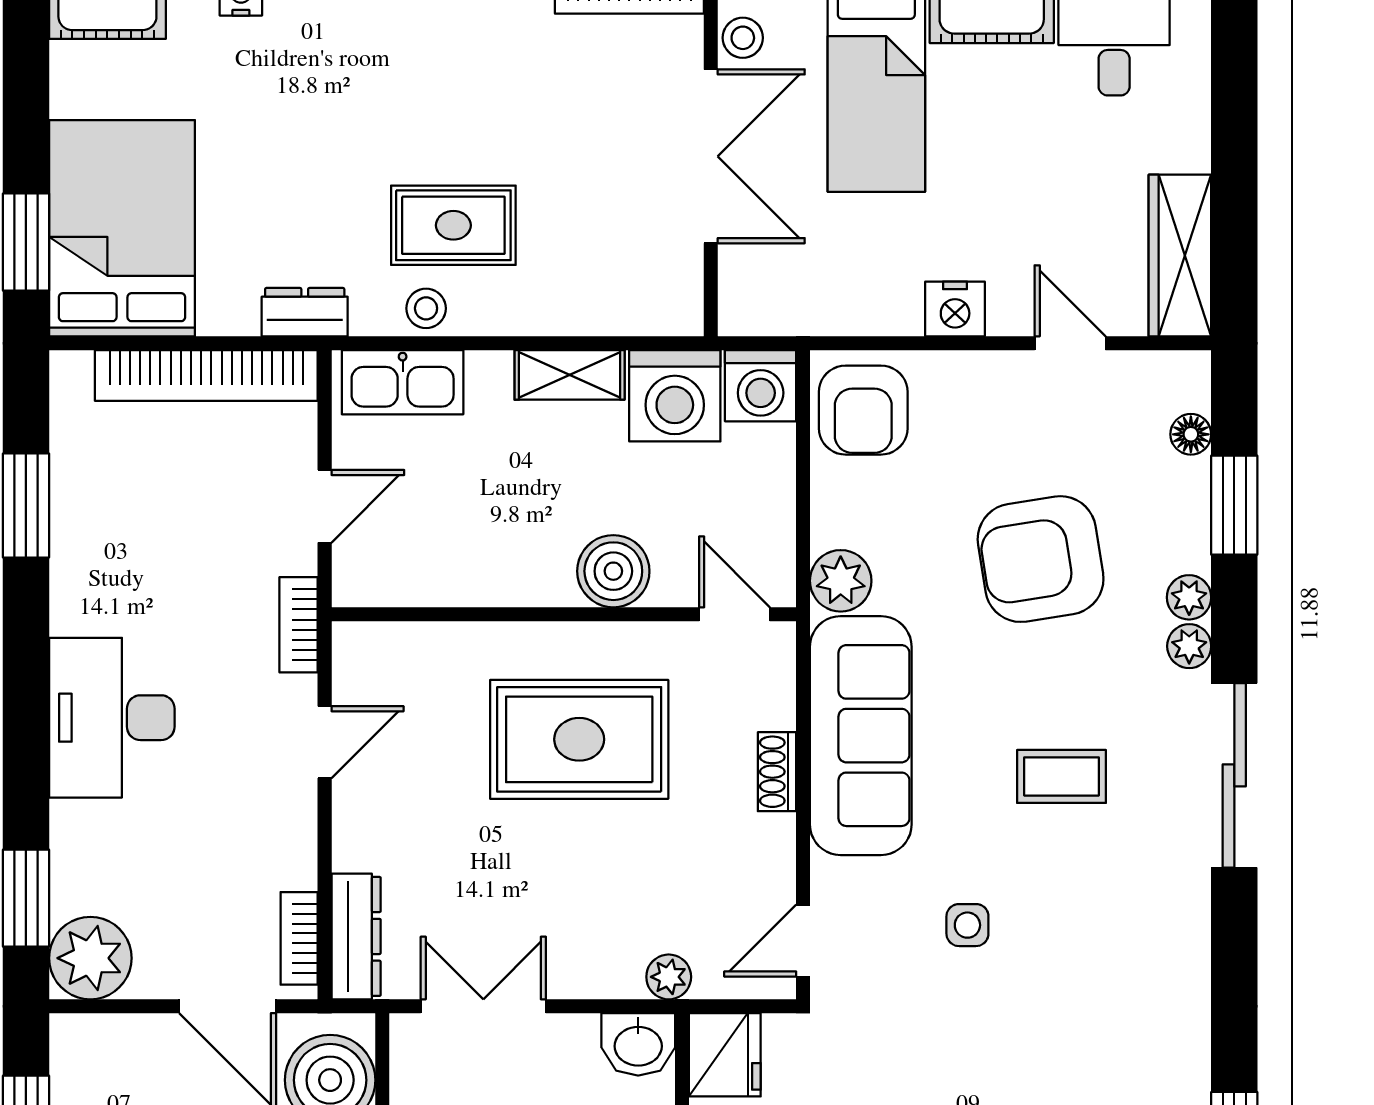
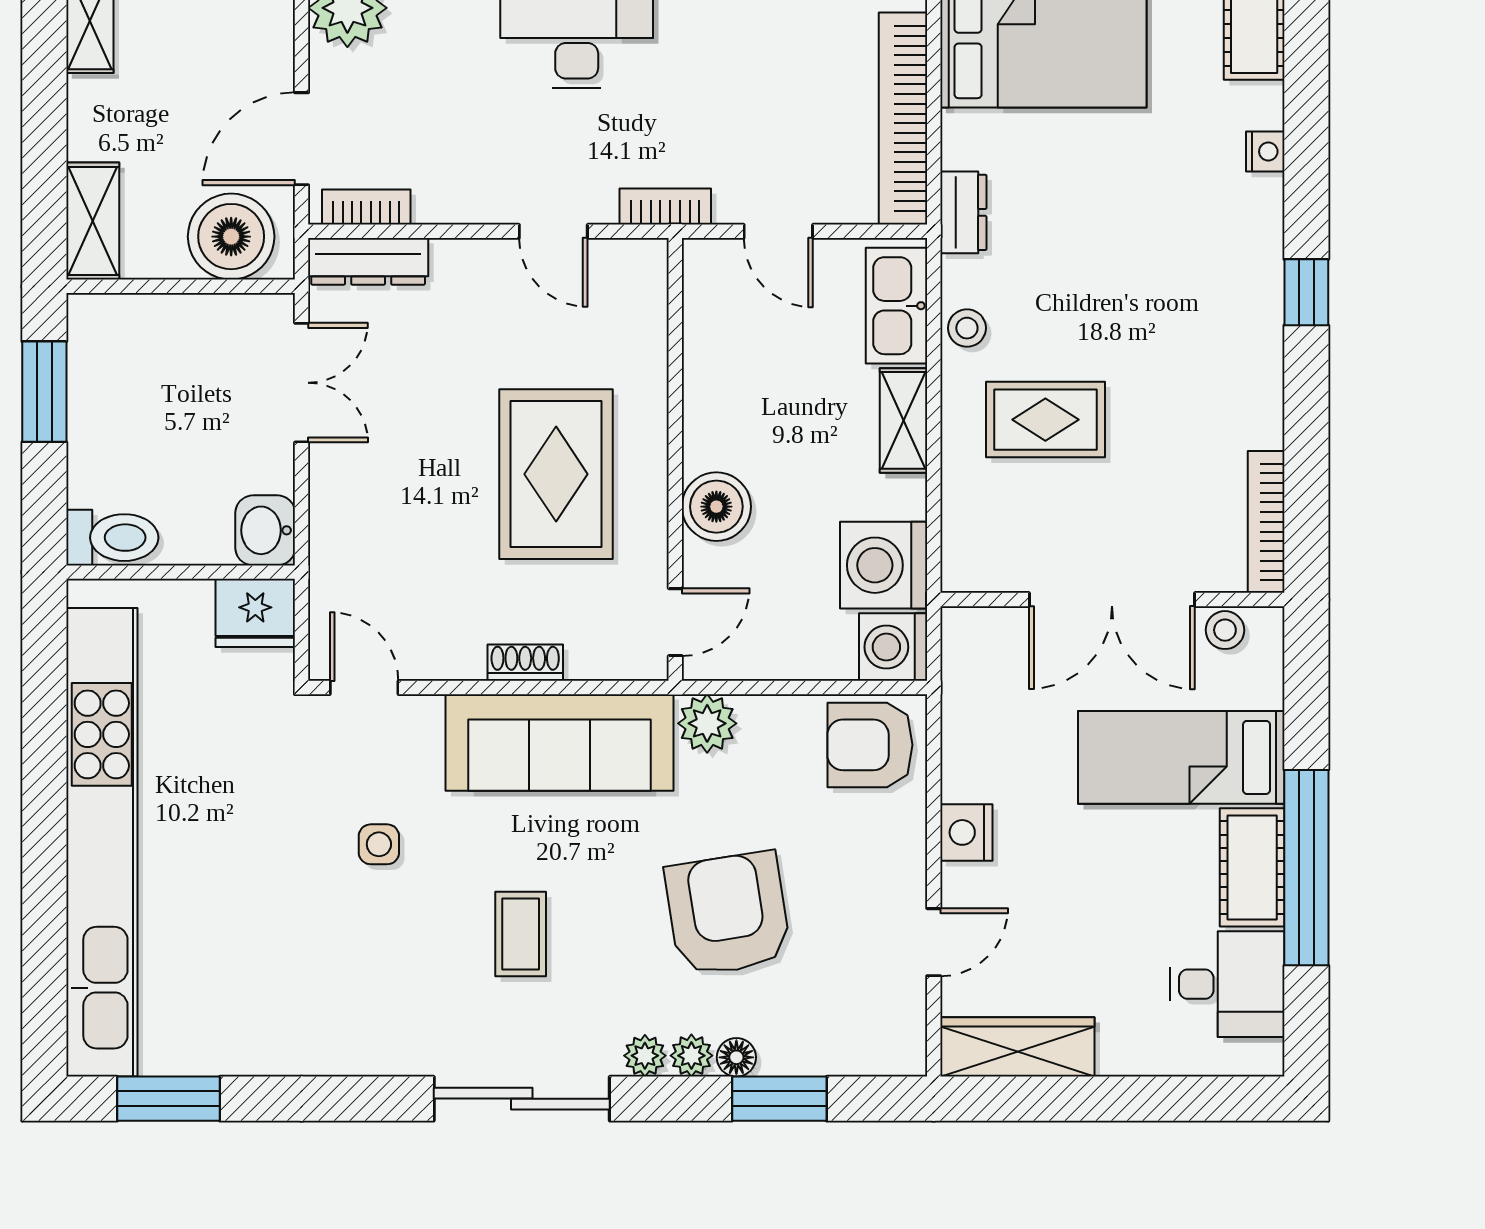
rug: (453, 225) -> (1045, 420), moved, turned 90
shelving: (570, 375) -> (903, 420), moved
floor lamp: (1191, 434) -> (736, 1057), moved
plant: (669, 977) -> (330, 559), removed

